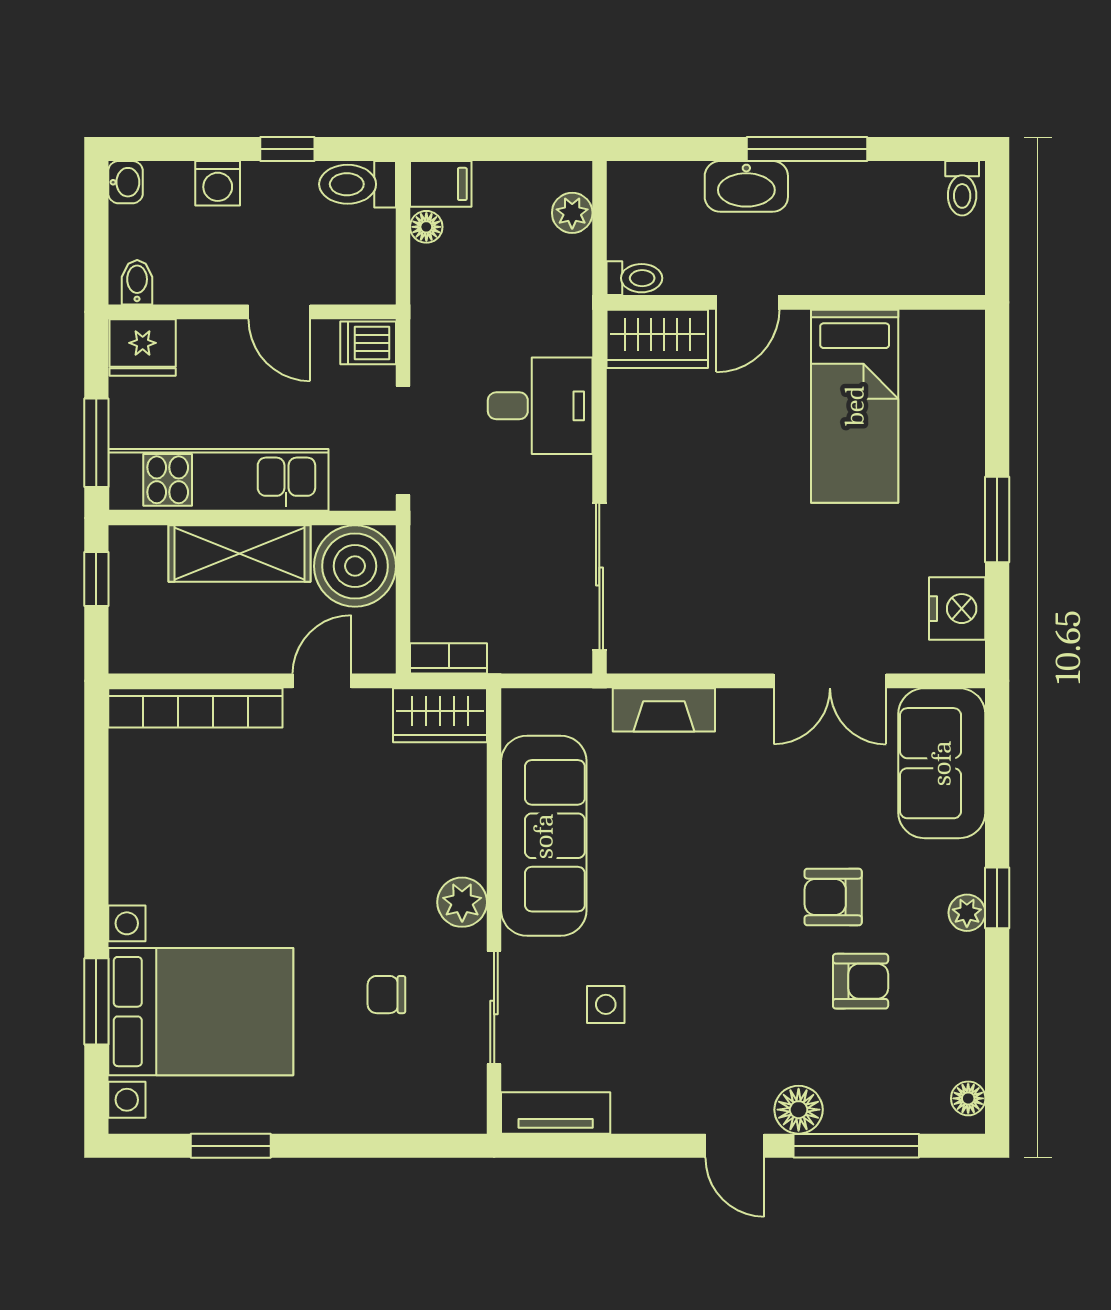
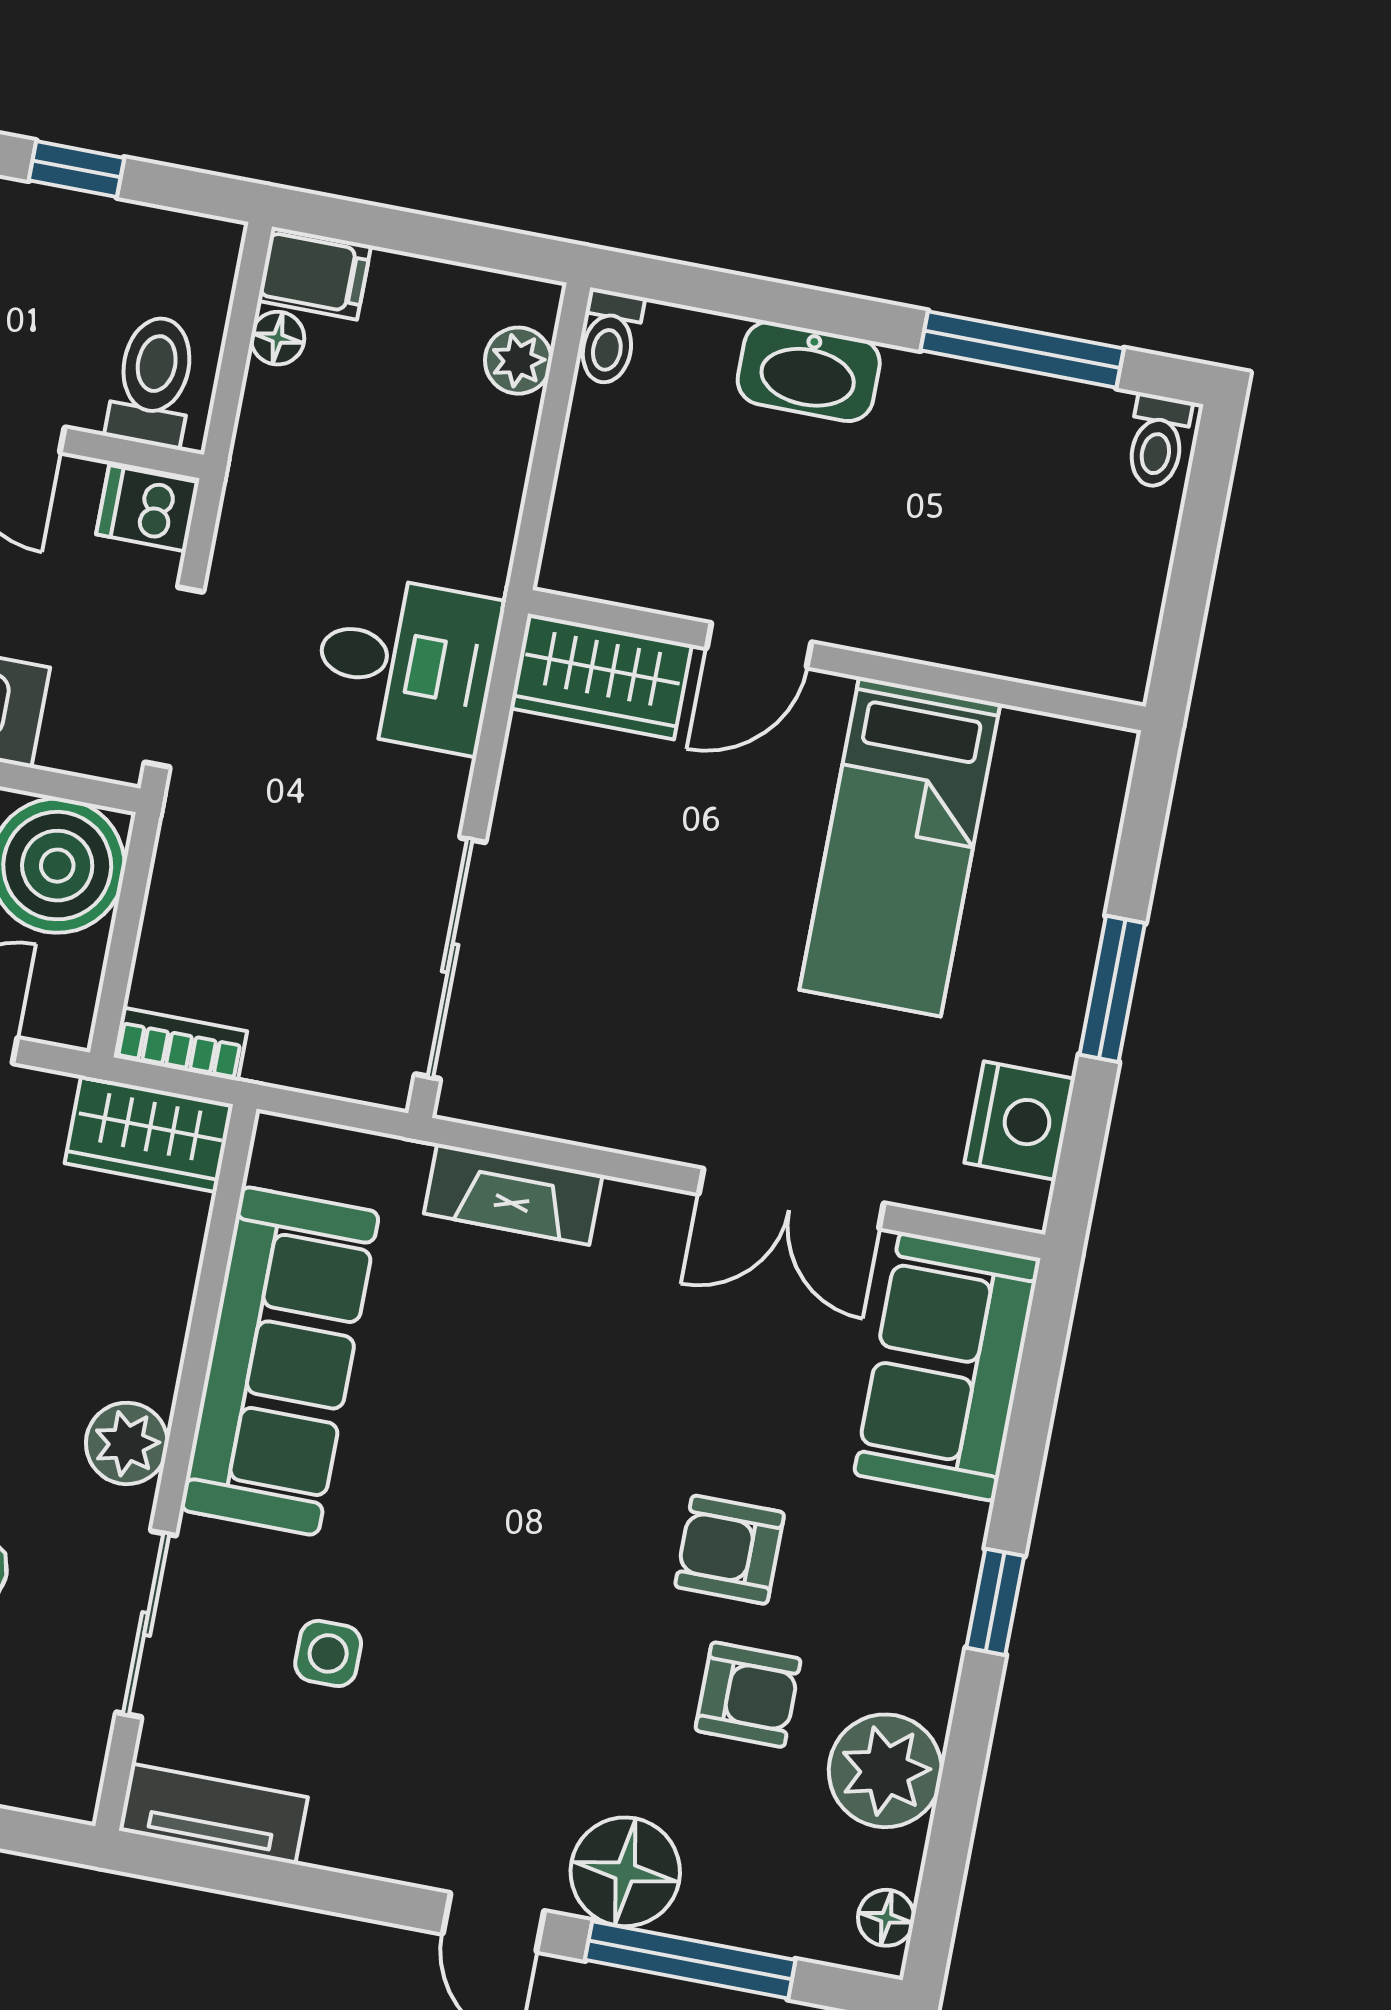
window: (807, 149) -> (1022, 349), moved
toilet: (358, 184) -> (153, 381), moved, turned 90
toilet: (634, 278) -> (609, 337), moved, turned 90
door: (748, 302) -> (759, 645), moved
wall: (796, 302) -> (837, 660), moved
wardrobe: (657, 339) -> (601, 676), moved
bed: (855, 406) -> (900, 847), moved
plant: (967, 913) -> (885, 1771), moved, width x1.87, depth x1.87
floor lamp: (799, 1110) -> (625, 1872), width x1.38, depth x1.38

